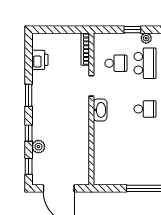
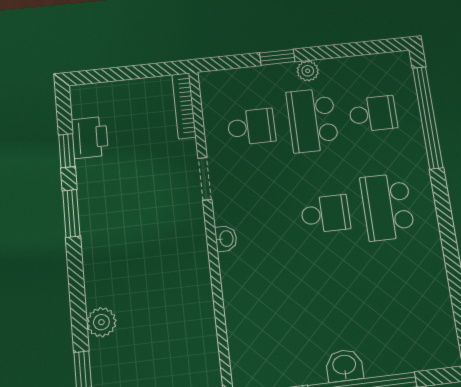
school desk: (145, 63) -> (312, 120), turned 180
washbasin: (100, 110) -> (226, 239), width x0.52, depth x0.69
window: (29, 133) -> (67, 151), moved
washbasin: (144, 178) -> (344, 366), added

